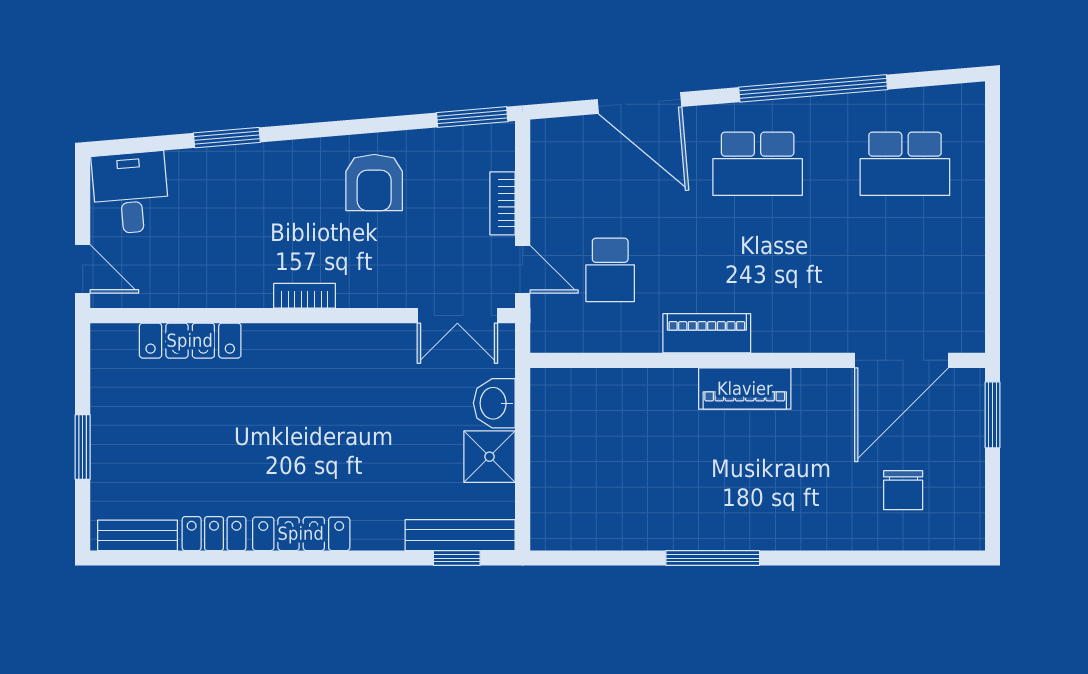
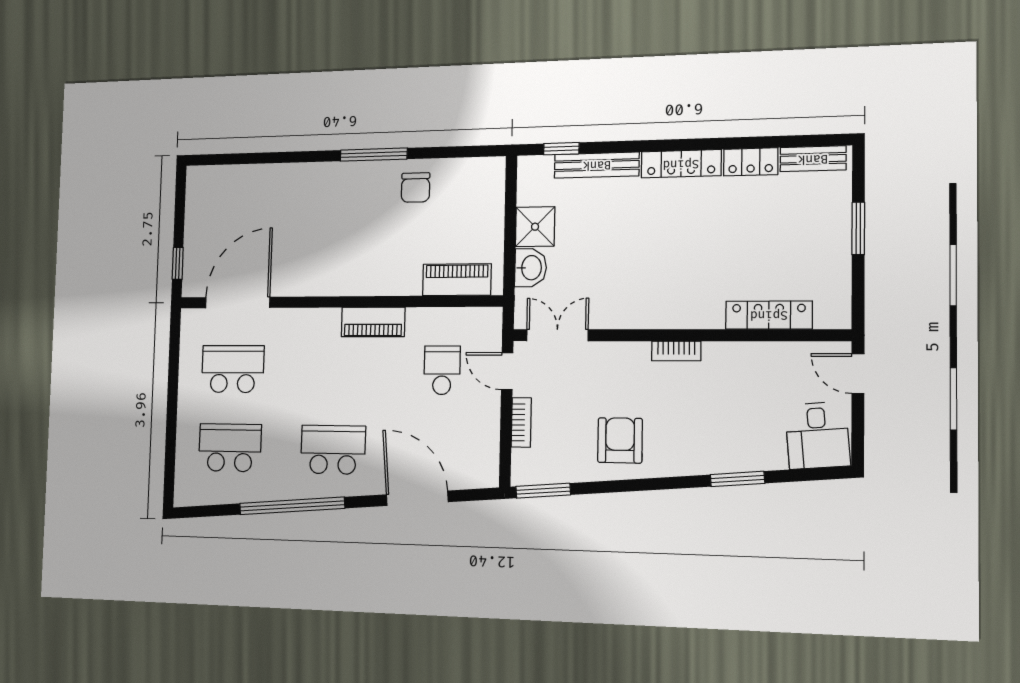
school desk: (905, 270) -> (233, 369), added
piano: (745, 389) -> (457, 280), moved
window: (992, 415) -> (178, 263), width x0.67
chair: (903, 490) -> (416, 188), moved, turned 180
bench: (460, 535) -> (597, 165), moved

